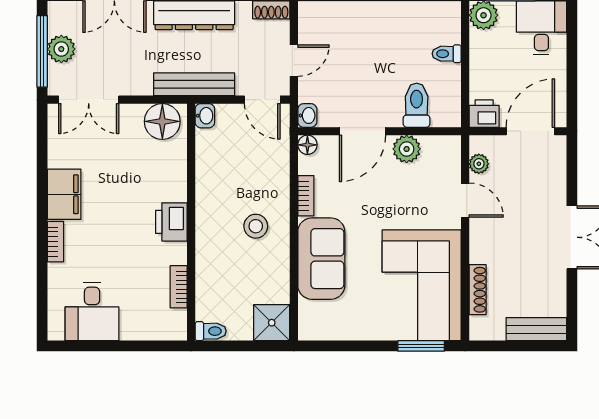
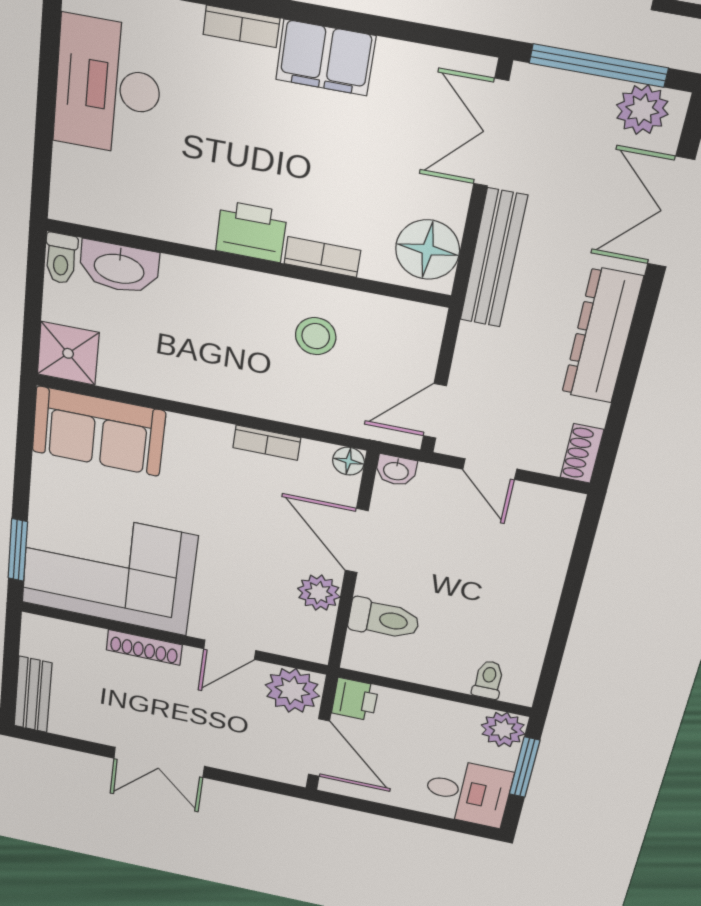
plant: (61, 49) -> (642, 110), moved
toilet: (447, 54) -> (488, 680), moved
bench: (194, 84) -> (494, 258), moved
washbasin: (205, 116) -> (119, 268), moved, width x1.91, depth x1.45
plant: (479, 164) -> (292, 690), width x1.87, depth x1.87
stool: (256, 226) -> (316, 336), moved
sofa: (321, 259) -> (98, 431), moved
bookcase: (179, 287) -> (322, 257), moved
shoe rack: (478, 290) -> (144, 647), moved
desk: (92, 312) -> (108, 86), width x1.37

